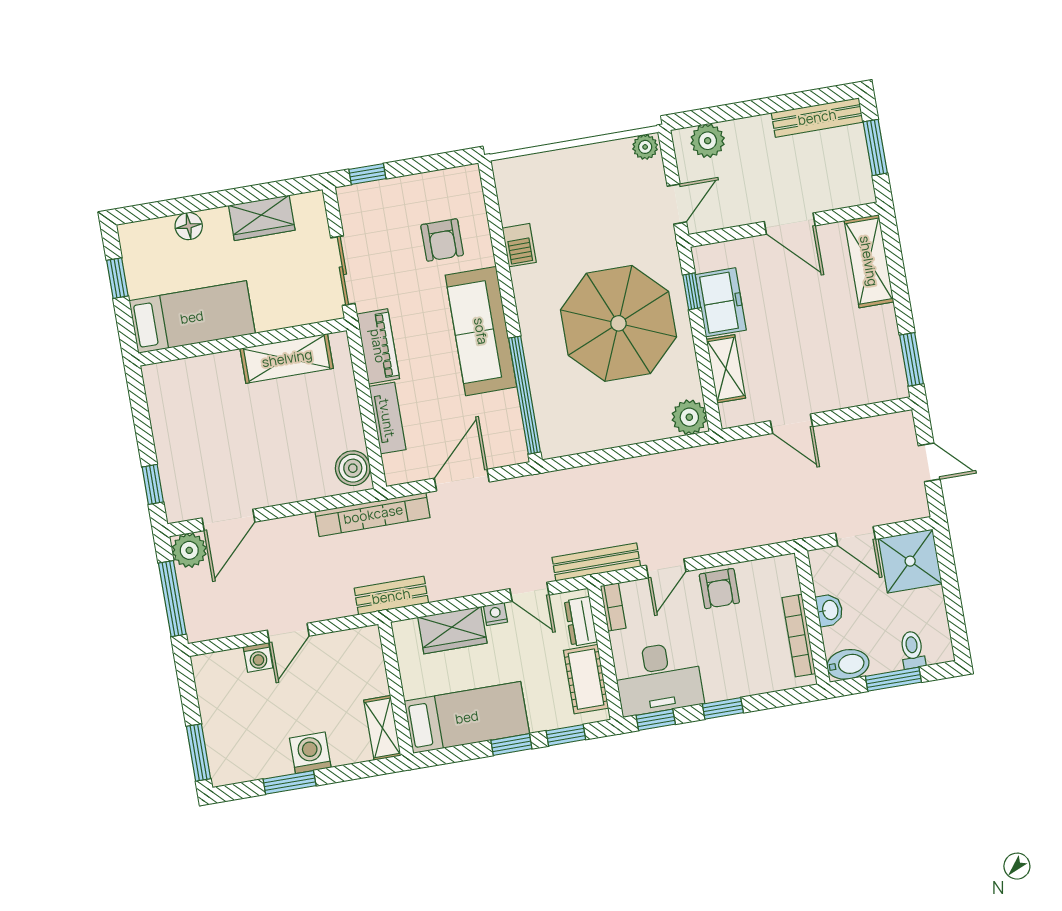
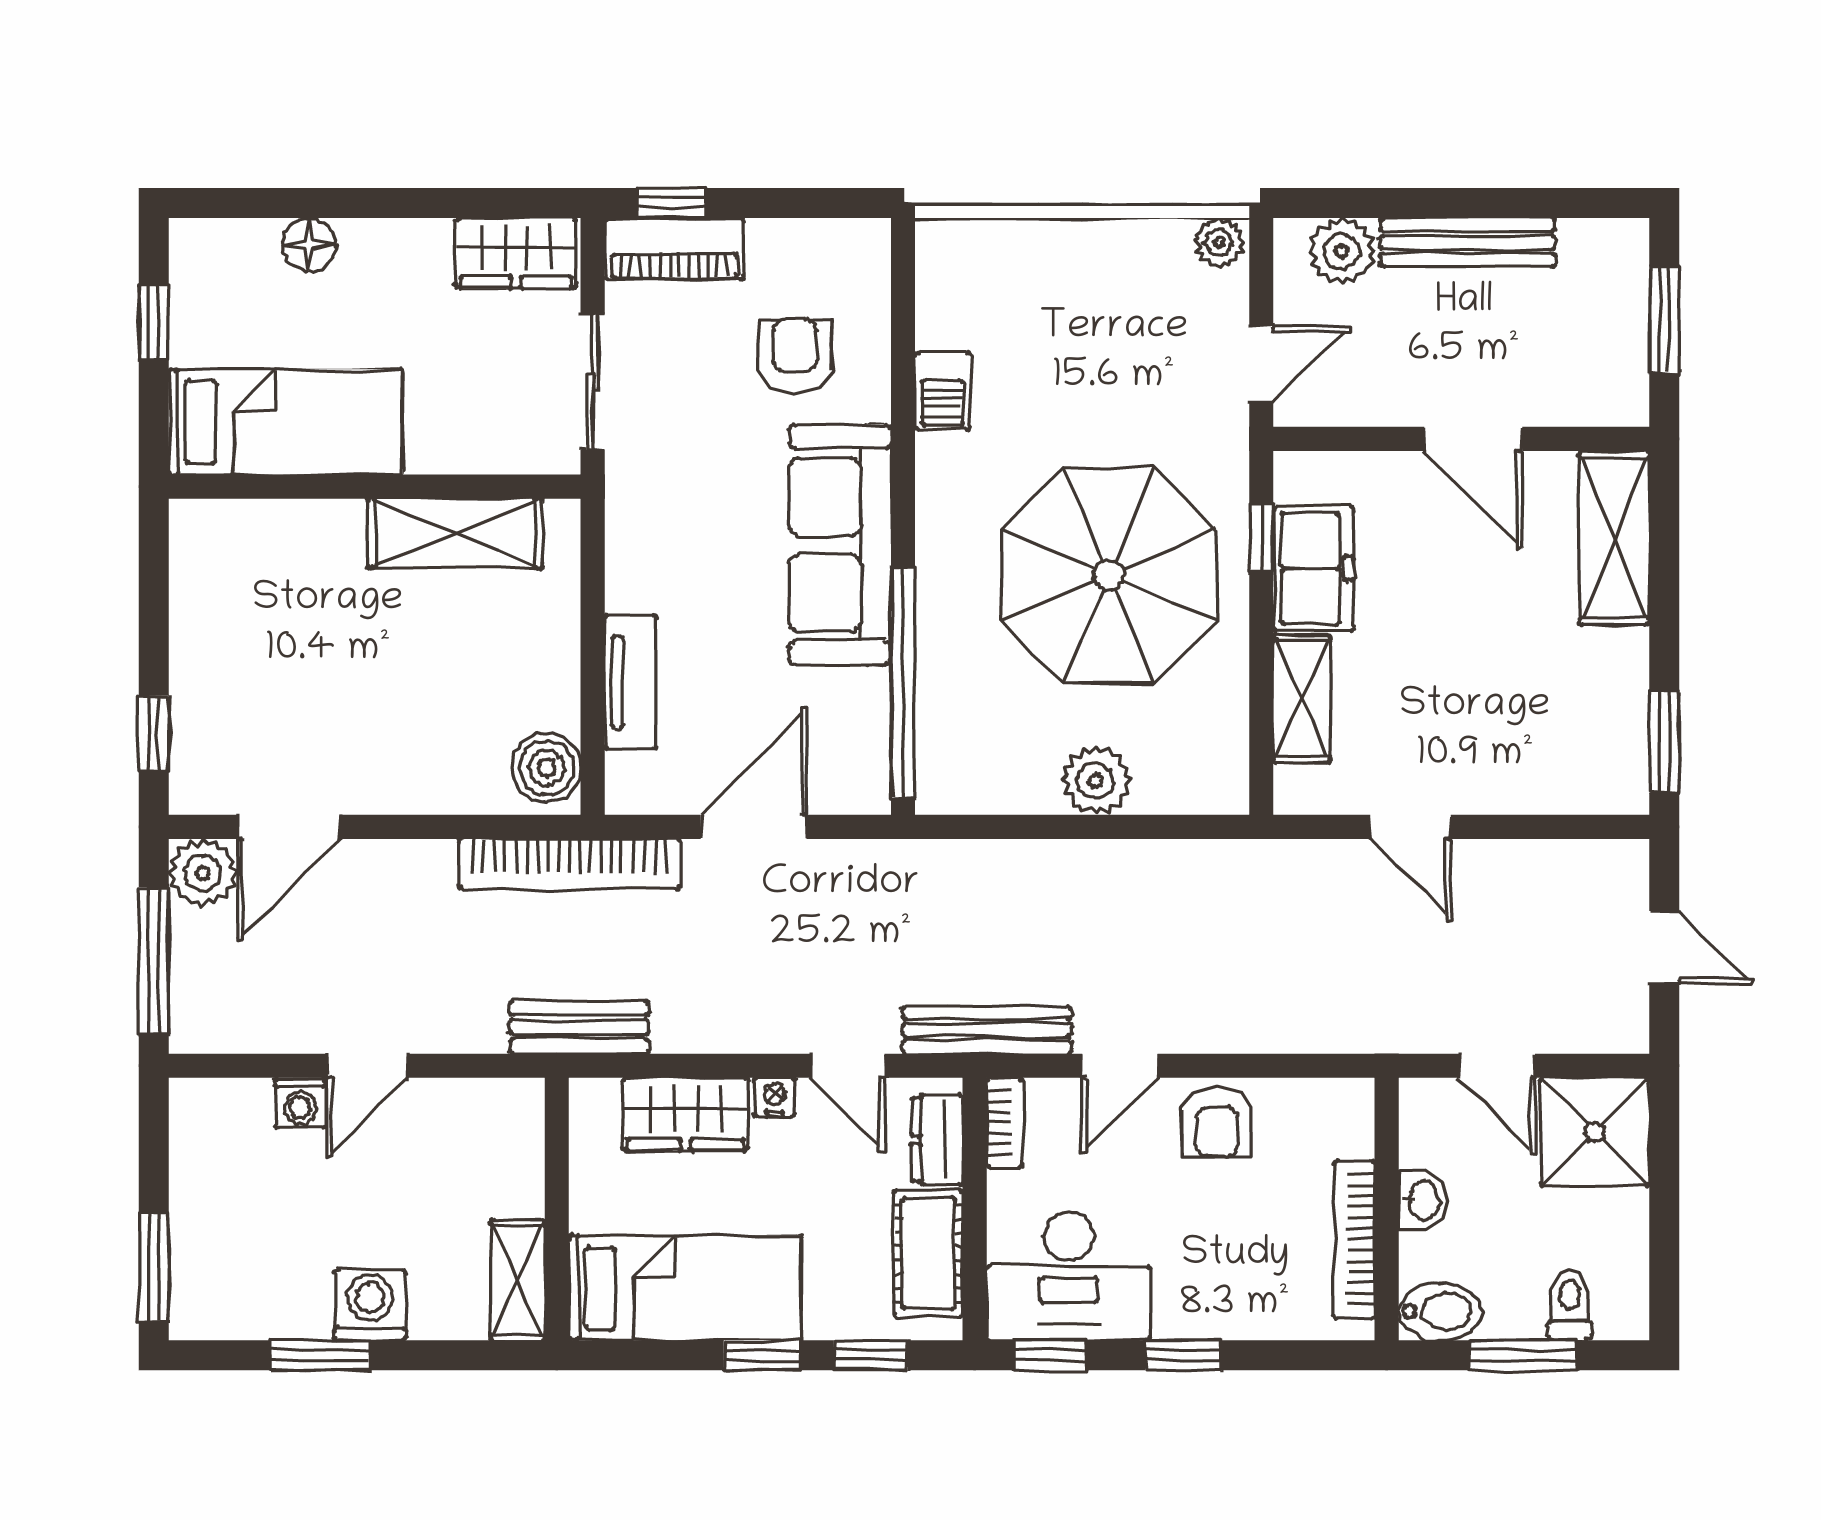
bench: (817, 117) -> (1468, 242), moved
wardrobe: (262, 218) -> (516, 253), moved
armchair: (442, 240) -> (795, 356), turned 180
piano: (378, 346) -> (674, 249), moved, turned 90
plant: (689, 417) -> (1096, 781), moved

